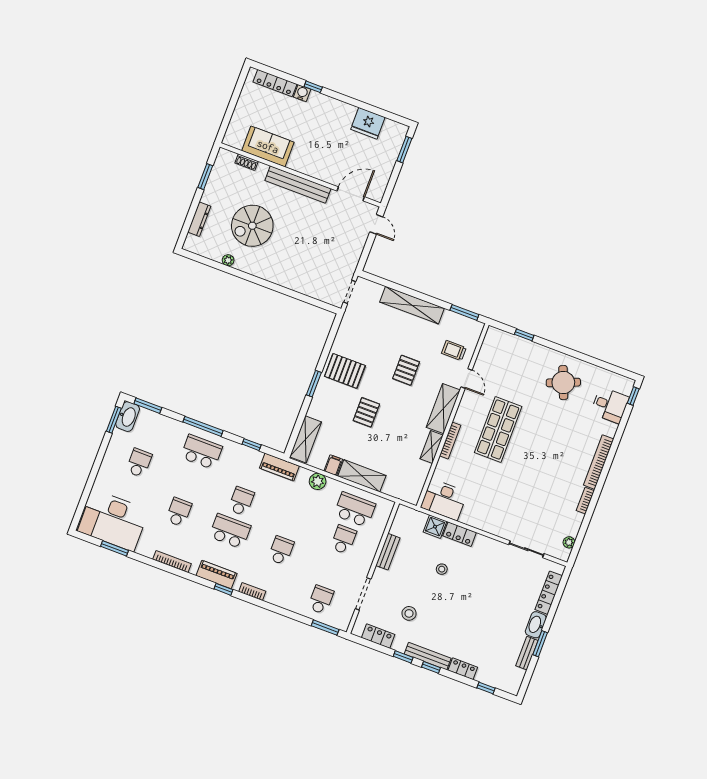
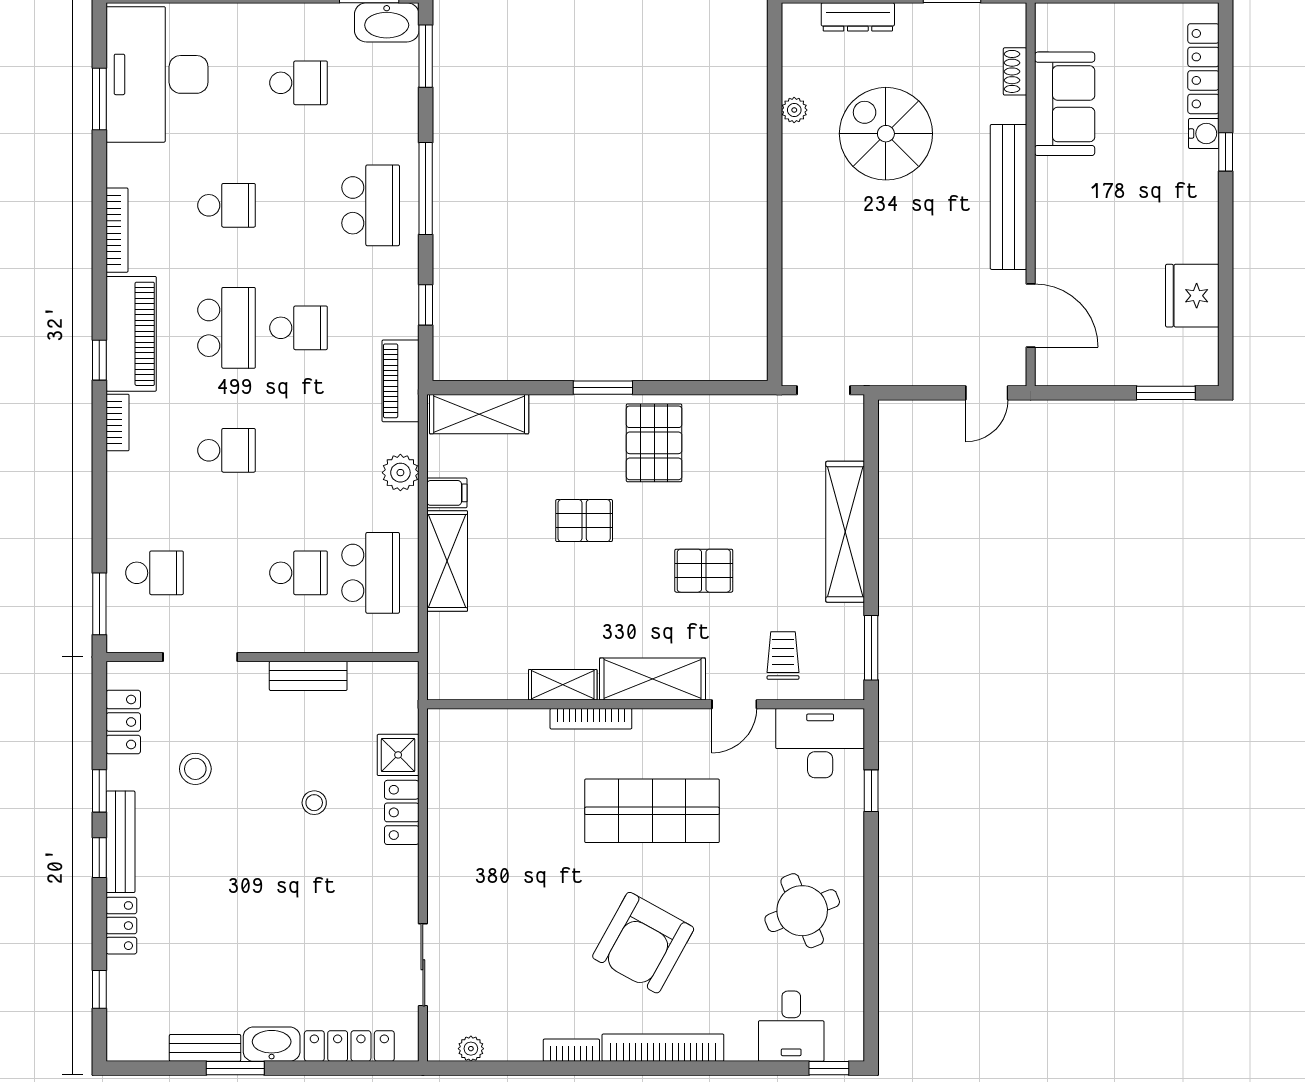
armchair: (552, 454) -> (643, 943), added
desk: (444, 500) -> (820, 743), moved, turned 90
piano: (217, 575) -> (131, 334), width x1.37, depth x1.33

